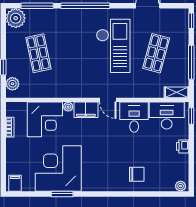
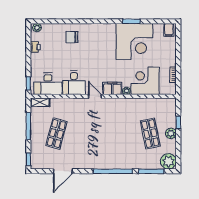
checkout: (113, 46) -> (91, 139), removed
plant: (12, 84) -> (171, 133), moved
printer: (183, 146) -> (35, 47), moved

